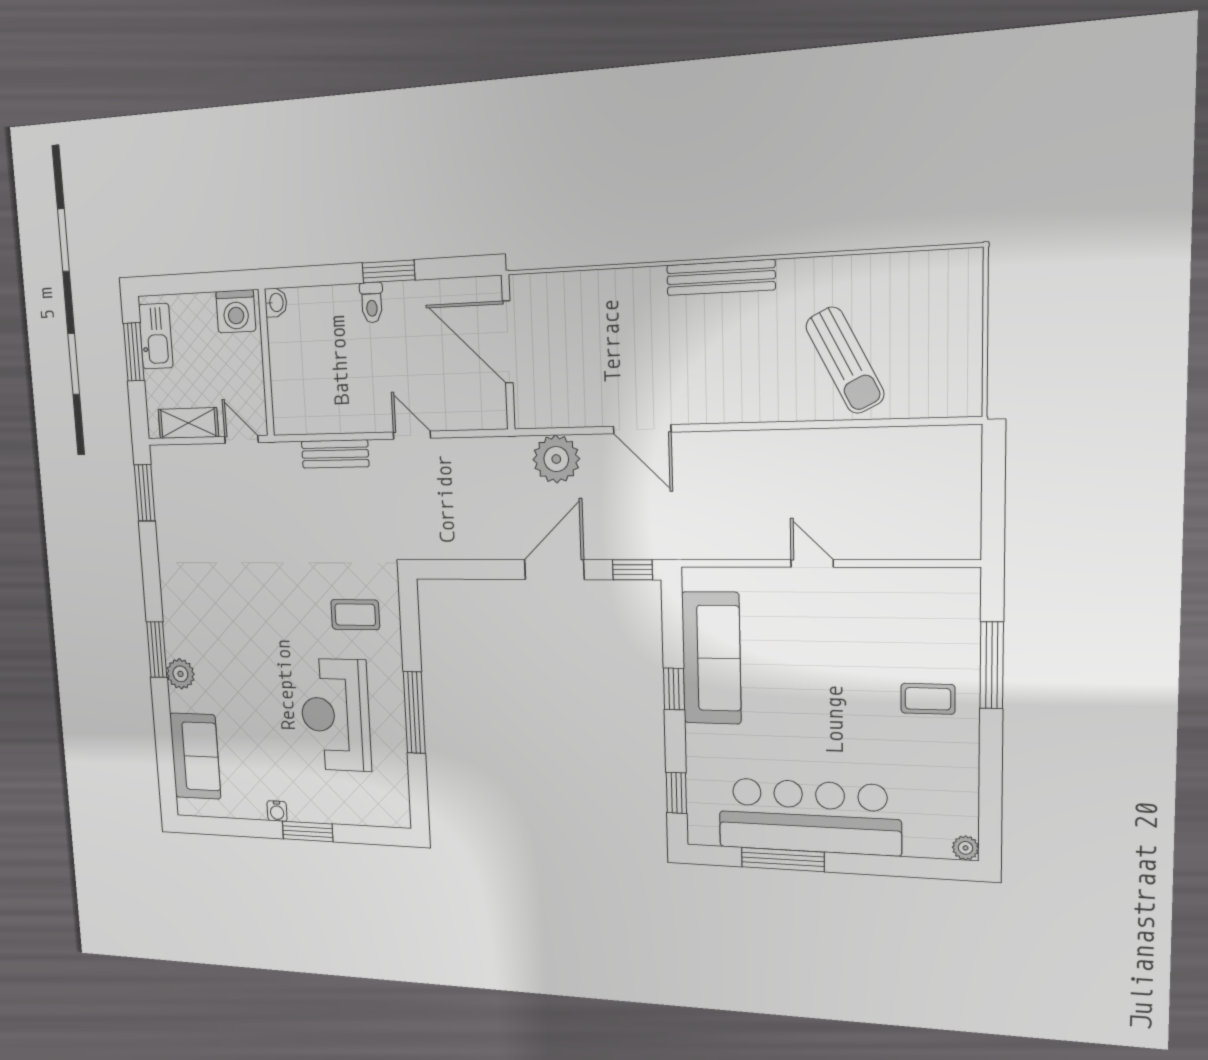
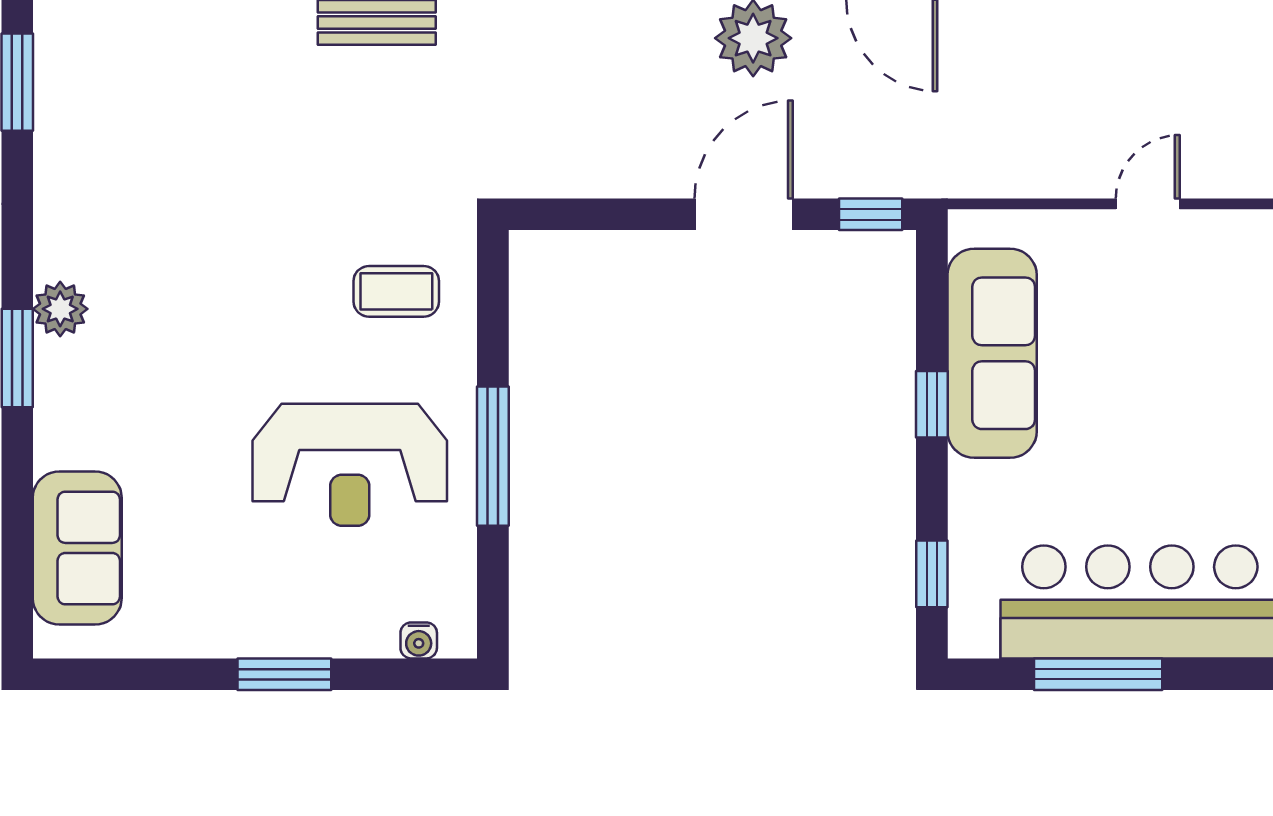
door: (812, 563) -> (1148, 204), hinge flipped
plant: (180, 674) -> (60, 309), moved
reception desk: (335, 715) -> (350, 465), turned -90
water cooler: (277, 811) -> (419, 640), moved

